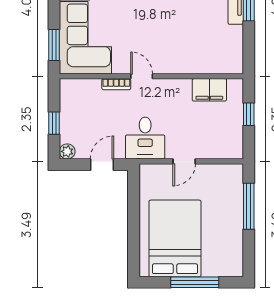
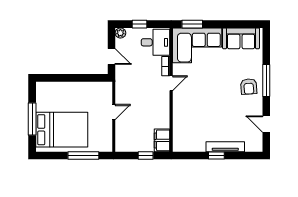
filing cabinet: (209, 90) -> (162, 140), moved
desk: (145, 138) -> (155, 42), moved, turned 180
door: (184, 161) -> (114, 112), swing flipped
bed: (175, 238) -> (62, 130), moved

